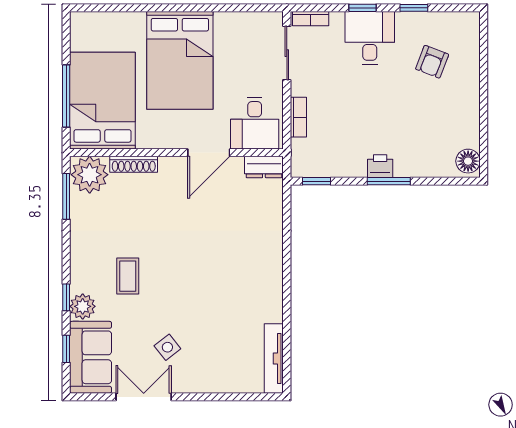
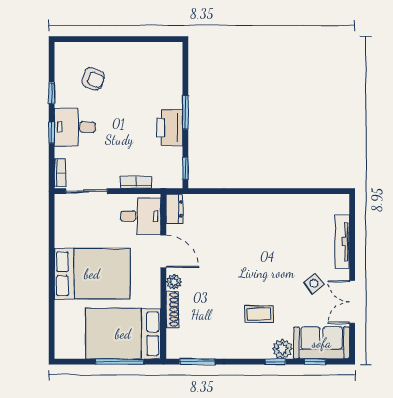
floor lamp: (468, 161) -> (170, 51), removed
printer: (380, 166) -> (170, 128), width x1.87, depth x1.48
plant: (90, 175) -> (174, 282), moved, width x0.53, depth x0.53
tv unit: (274, 358) -> (342, 242), moved, turned 90

